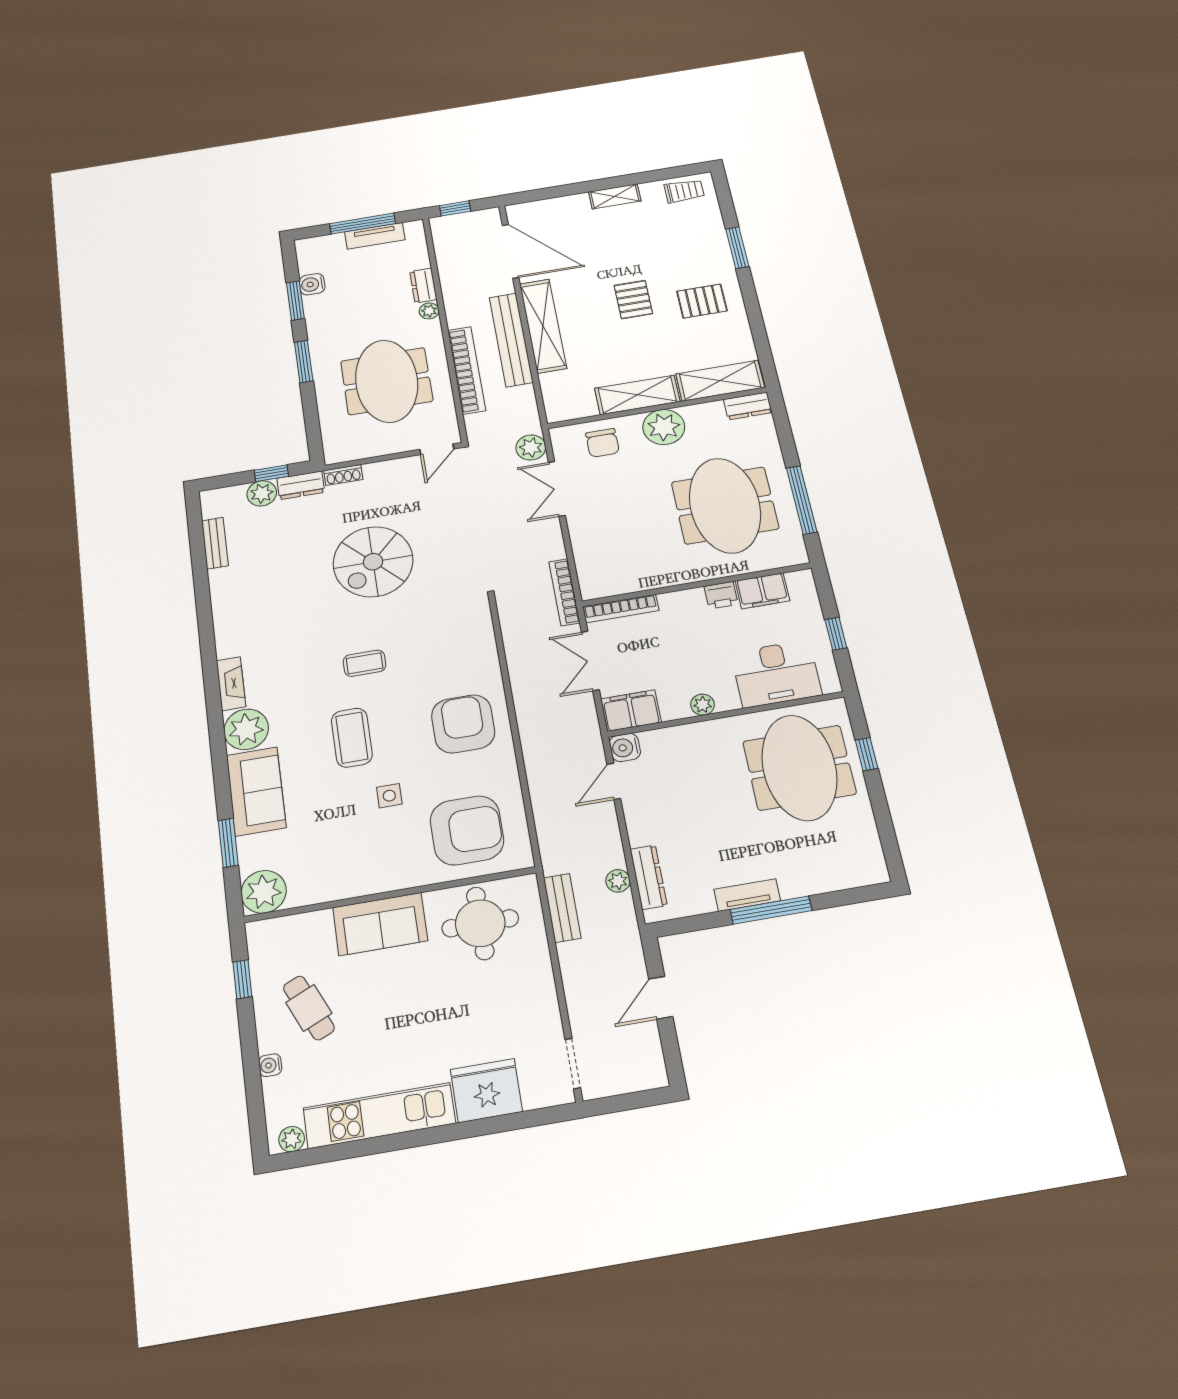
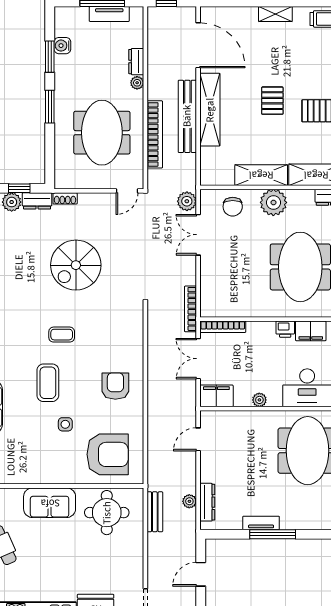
armchair: (463, 724) -> (115, 386), width x0.73, depth x0.73
water cooler: (625, 747) -> (209, 419), removed

